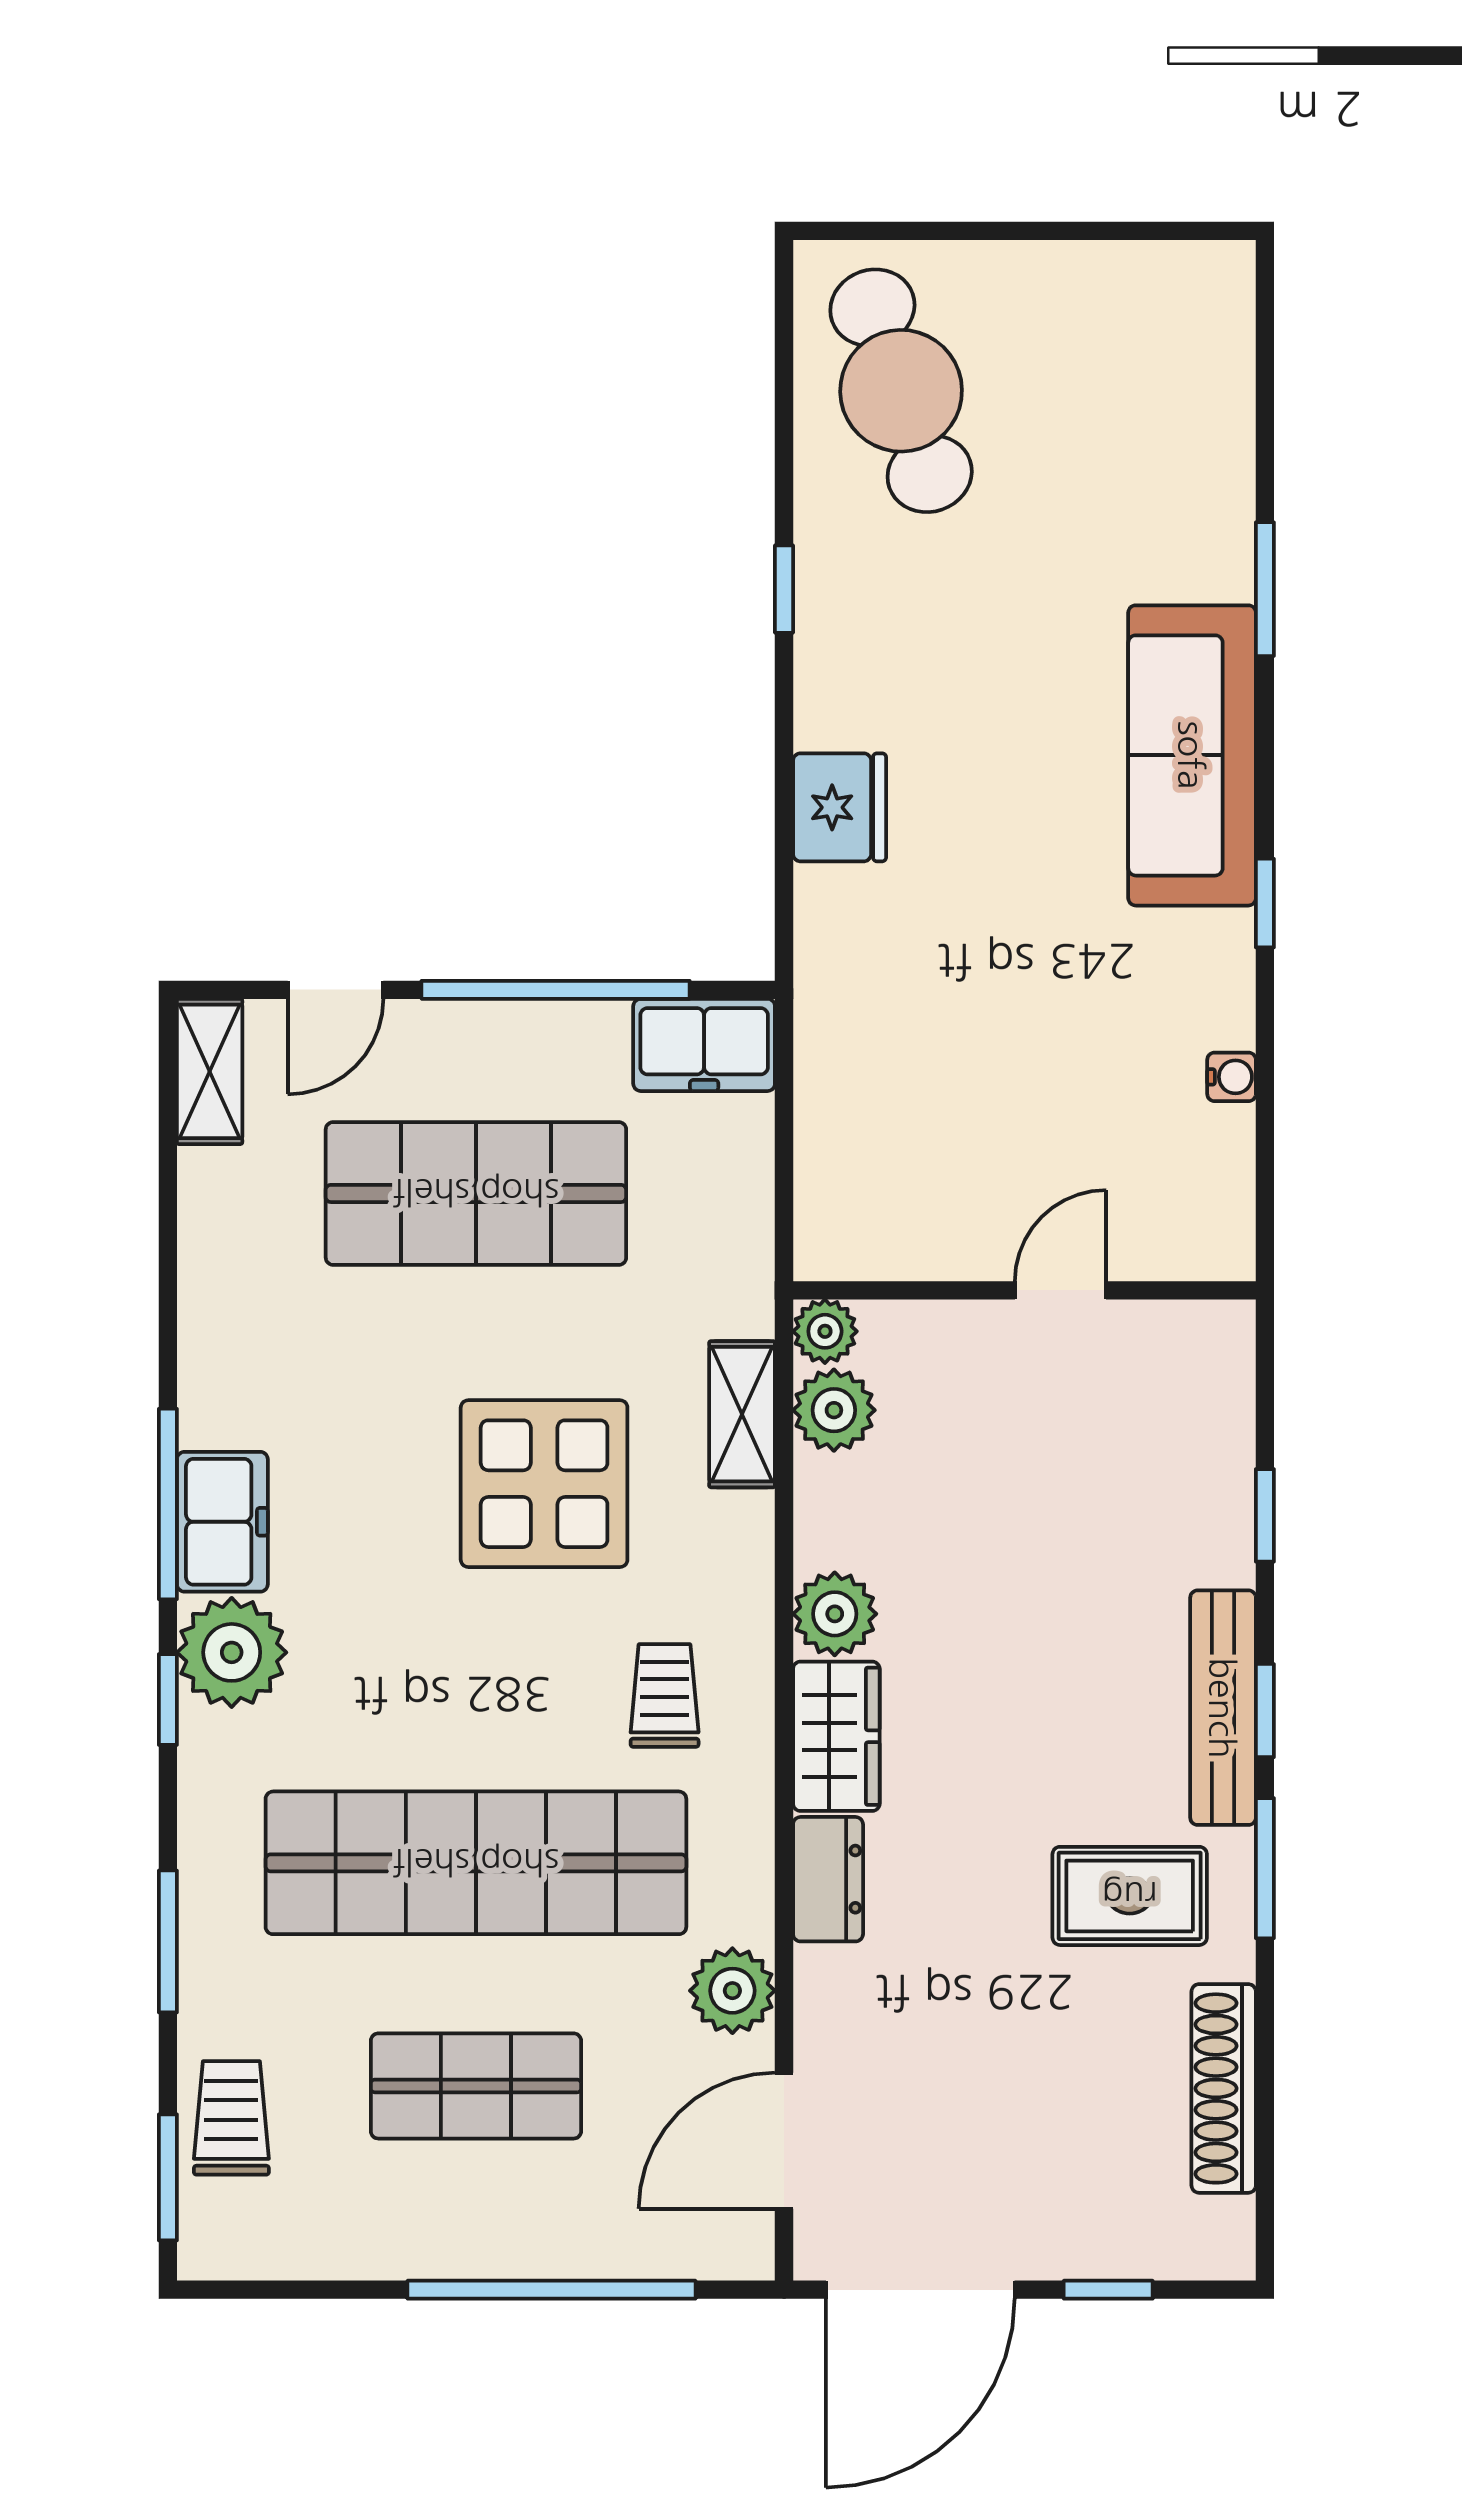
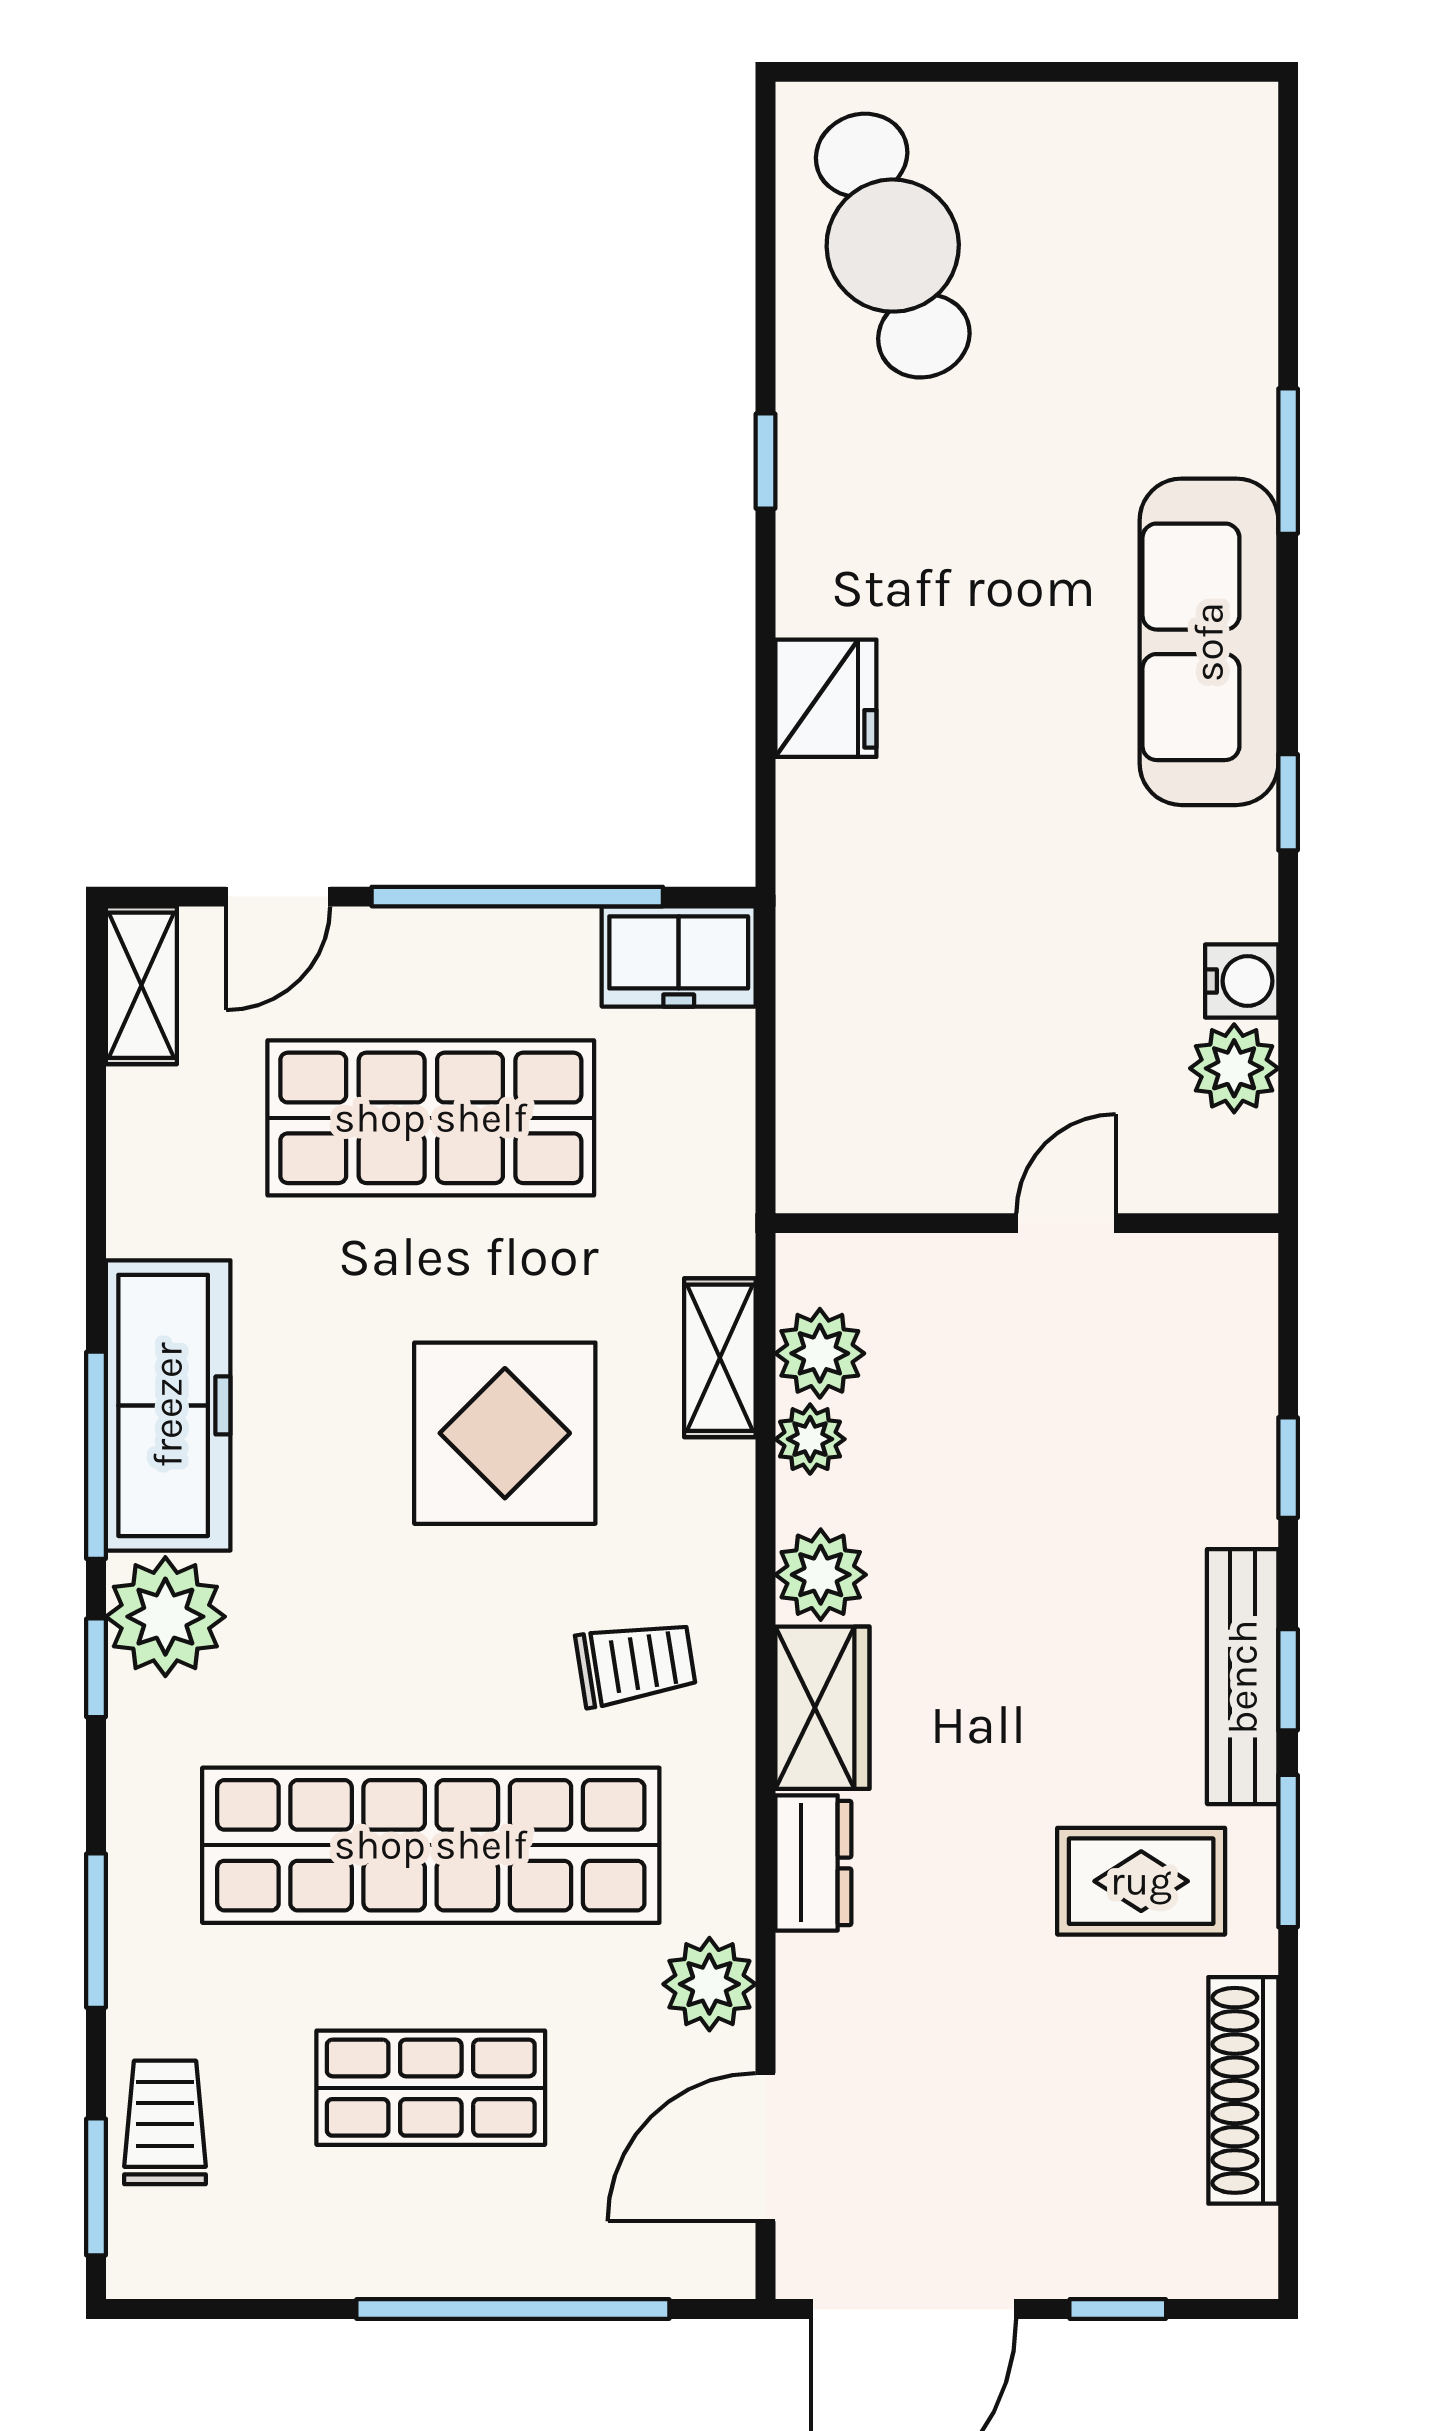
water cooler: (1232, 1077) -> (1242, 981), width x1.38, depth x1.38
plant: (1215, 1148) -> (1234, 1068), added
plant: (825, 1331) -> (810, 1439), moved
freezer: (222, 1522) -> (168, 1405), width x1.91, depth x1.26
trolley: (665, 1695) -> (636, 1663), turned 81

